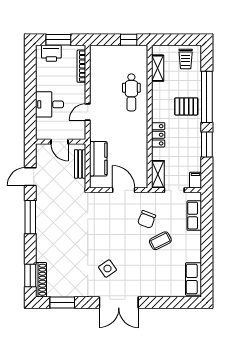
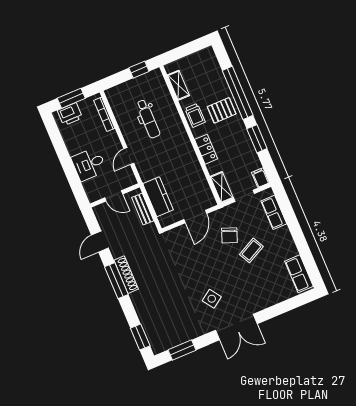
trolley: (186, 59) -> (195, 115), moved
dental chair: (131, 92) -> (148, 119), moved
door: (124, 190) -> (195, 217), swing flipped
shoe rack: (41, 280) -> (126, 275), moved

